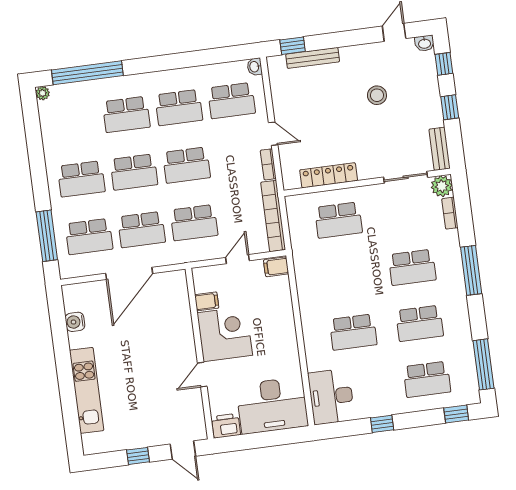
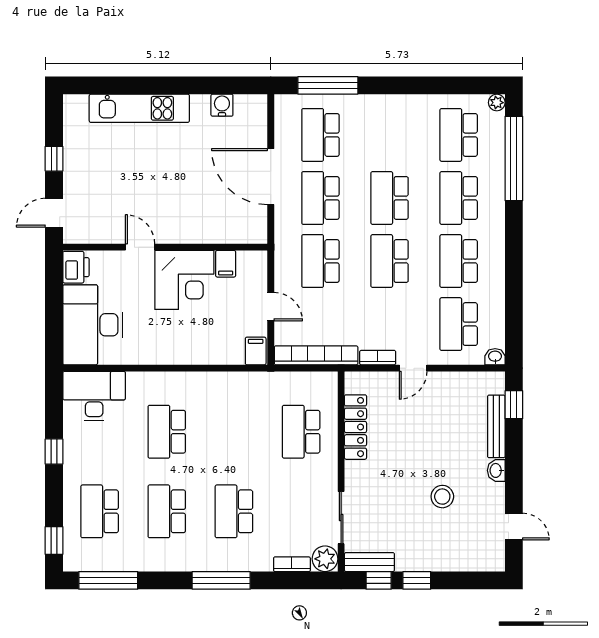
washbasin: (424, 43) -> (496, 470), moved
window: (444, 64) -> (379, 580), moved
school desk: (81, 179) -> (459, 135), moved

